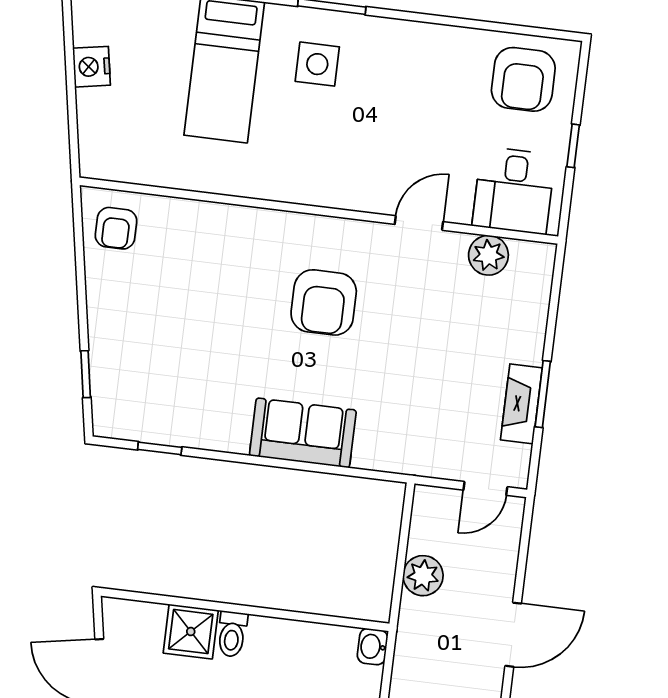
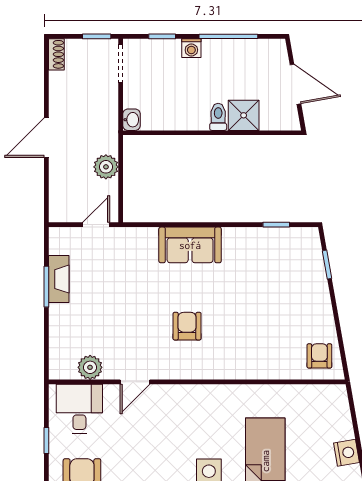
armchair: (324, 302) -> (187, 326), width x0.72, depth x0.72
door: (485, 488) -> (96, 225), moved

